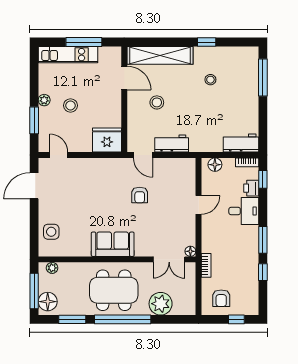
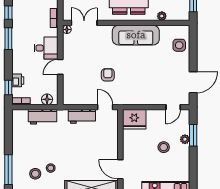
plant: (44, 100) -> (185, 139), moved
stool: (157, 102) -> (35, 174), moved
workbench: (241, 143) -> (42, 117), moved
door: (59, 155) -> (173, 107), hinge flipped
desk: (244, 211) -> (46, 48), moved, turned 180
sofa: (113, 244) -> (136, 35), width x1.36
plant: (52, 268) -> (162, 16), moved

